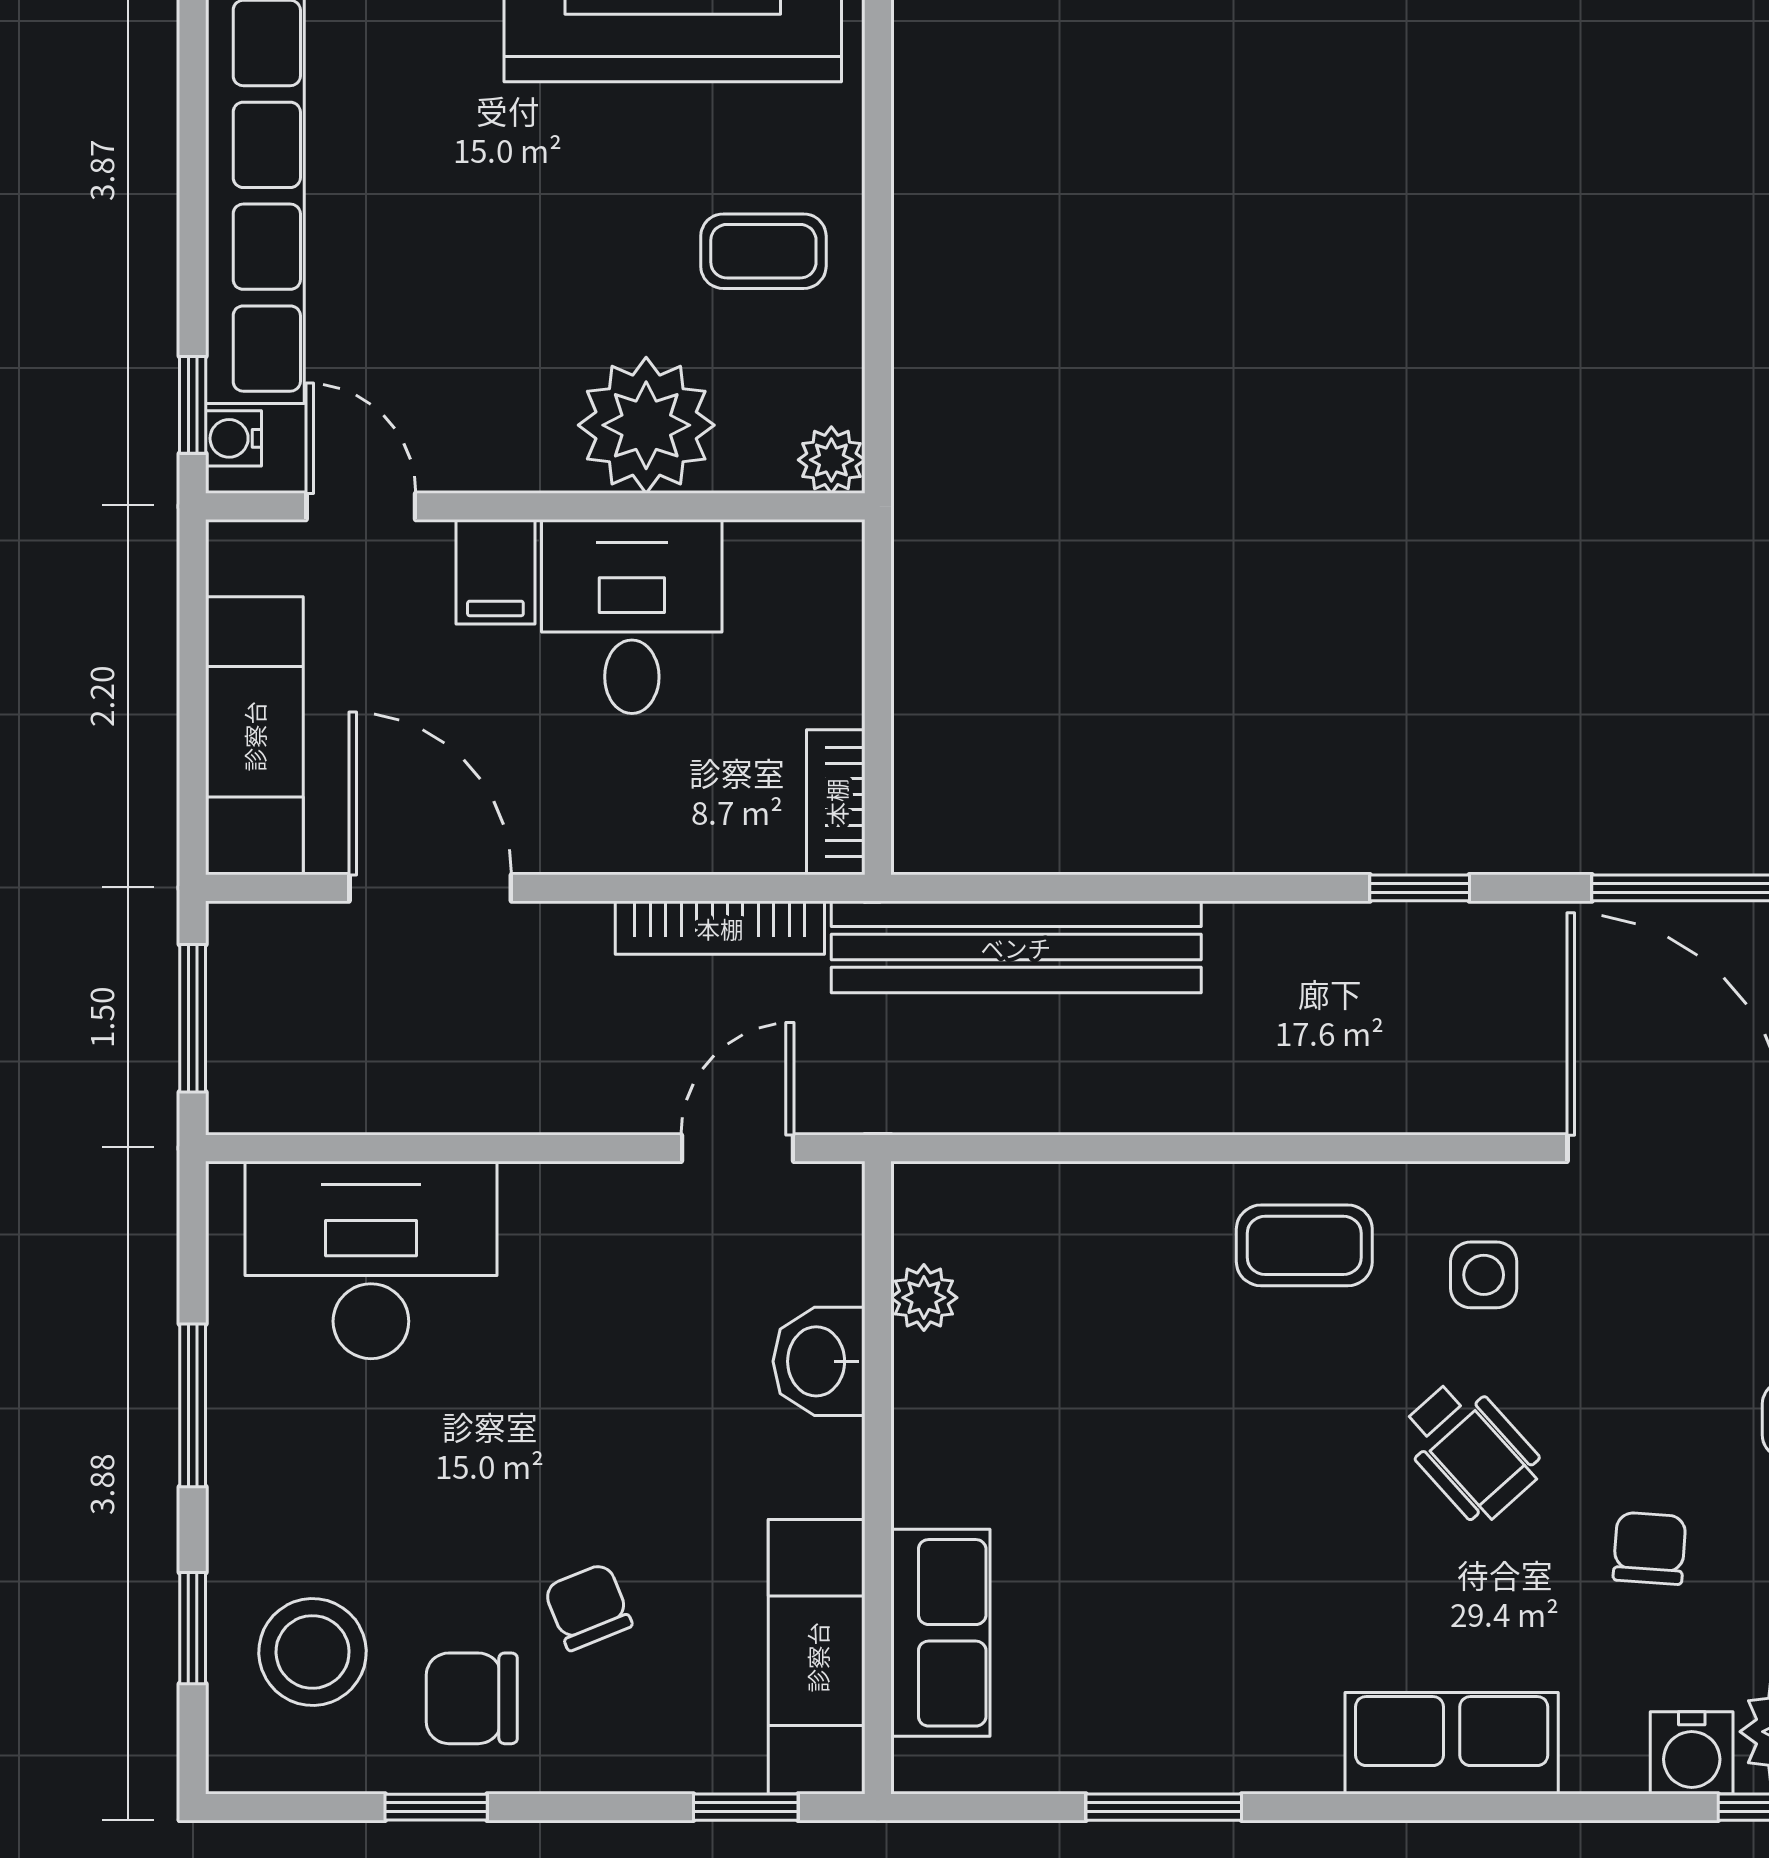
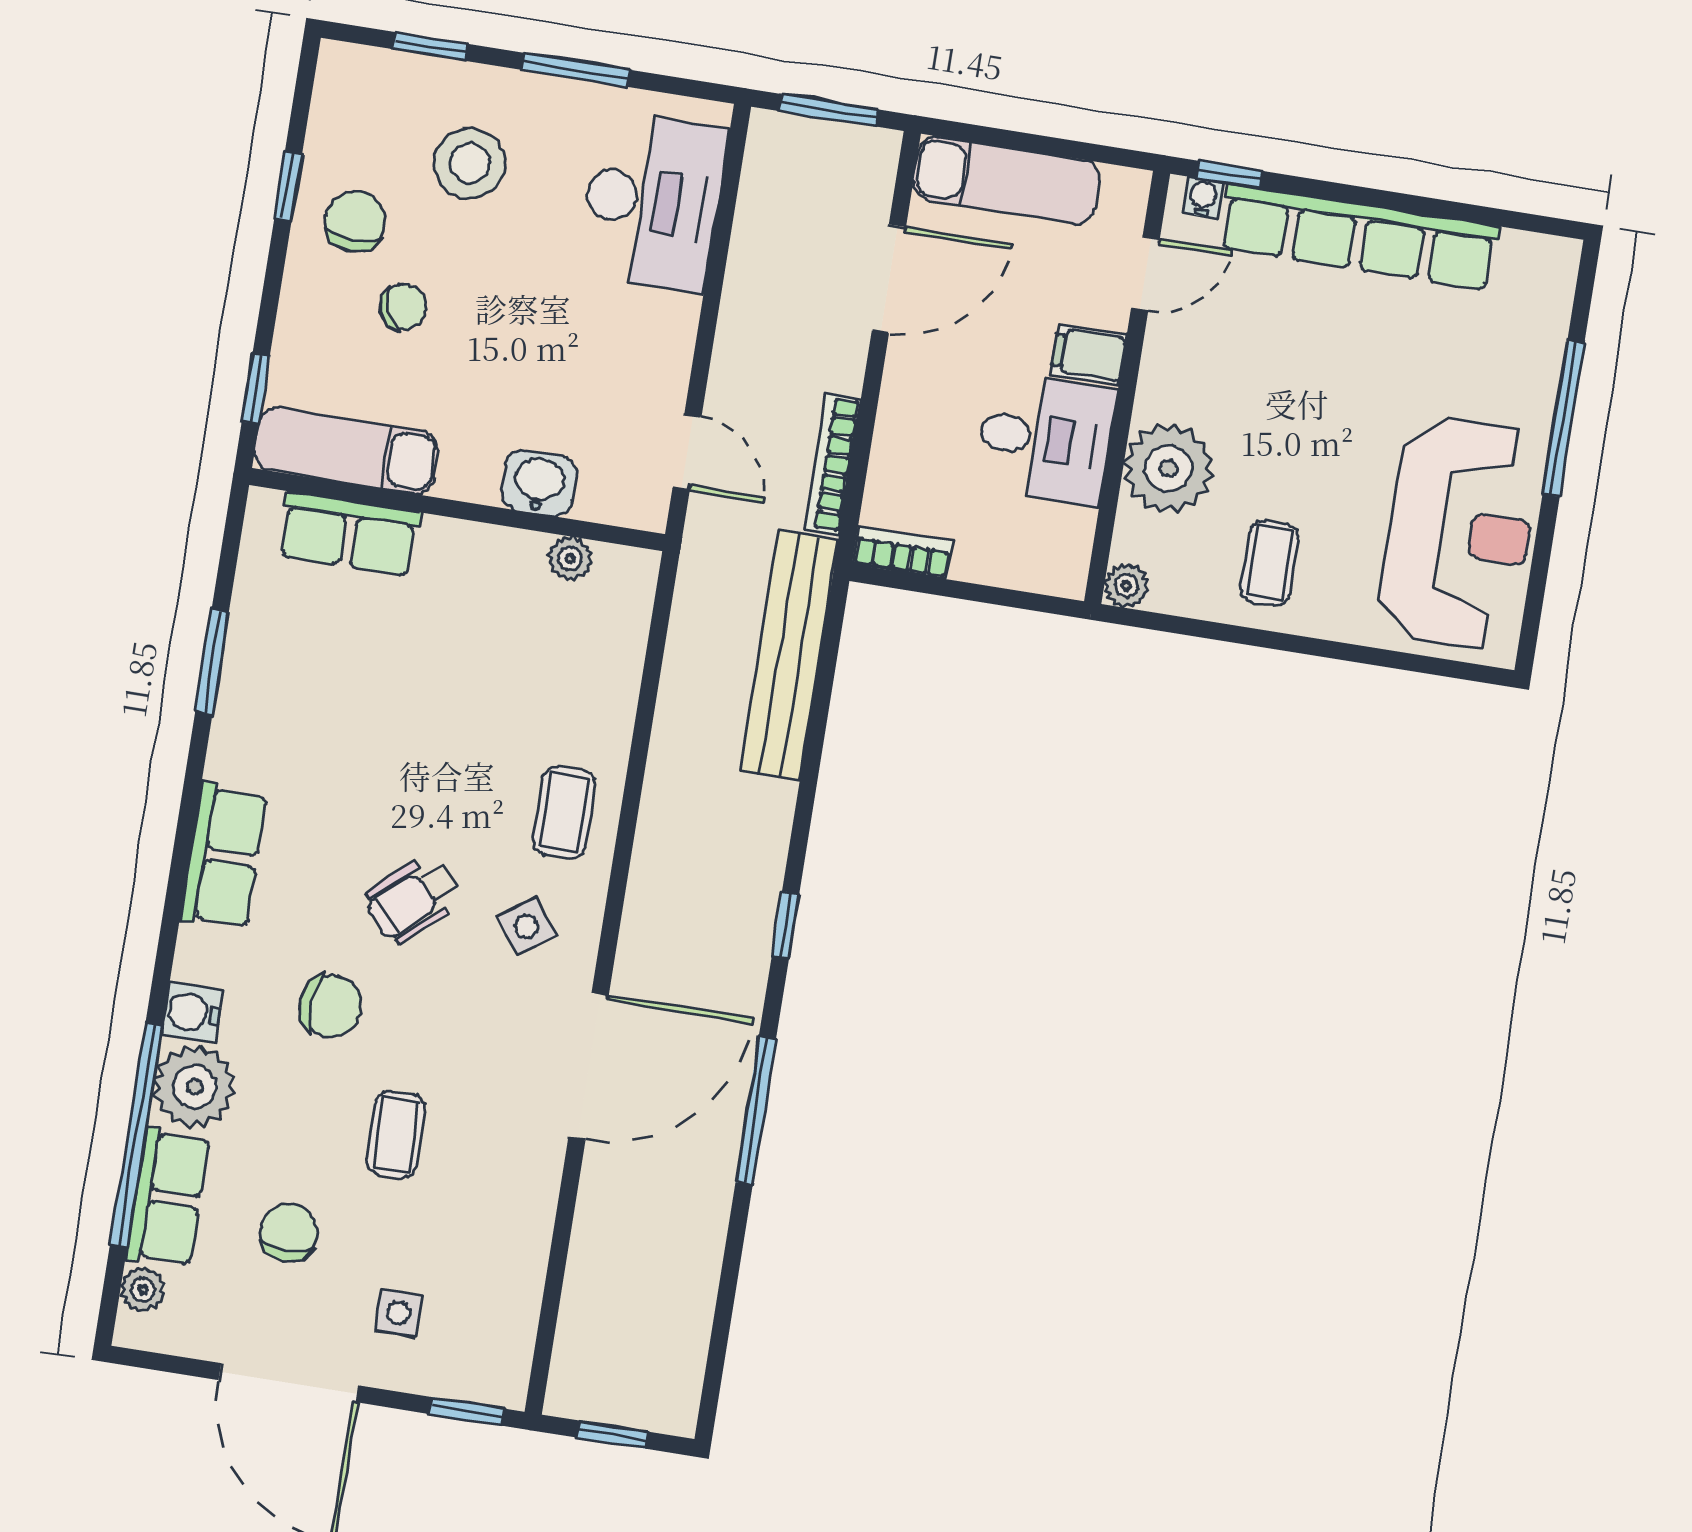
side table: (1484, 1275) -> (526, 926), turned -37
chair: (1650, 1548) -> (330, 1006), width x1.37, depth x1.37
stool: (313, 1652) -> (469, 163), moved

